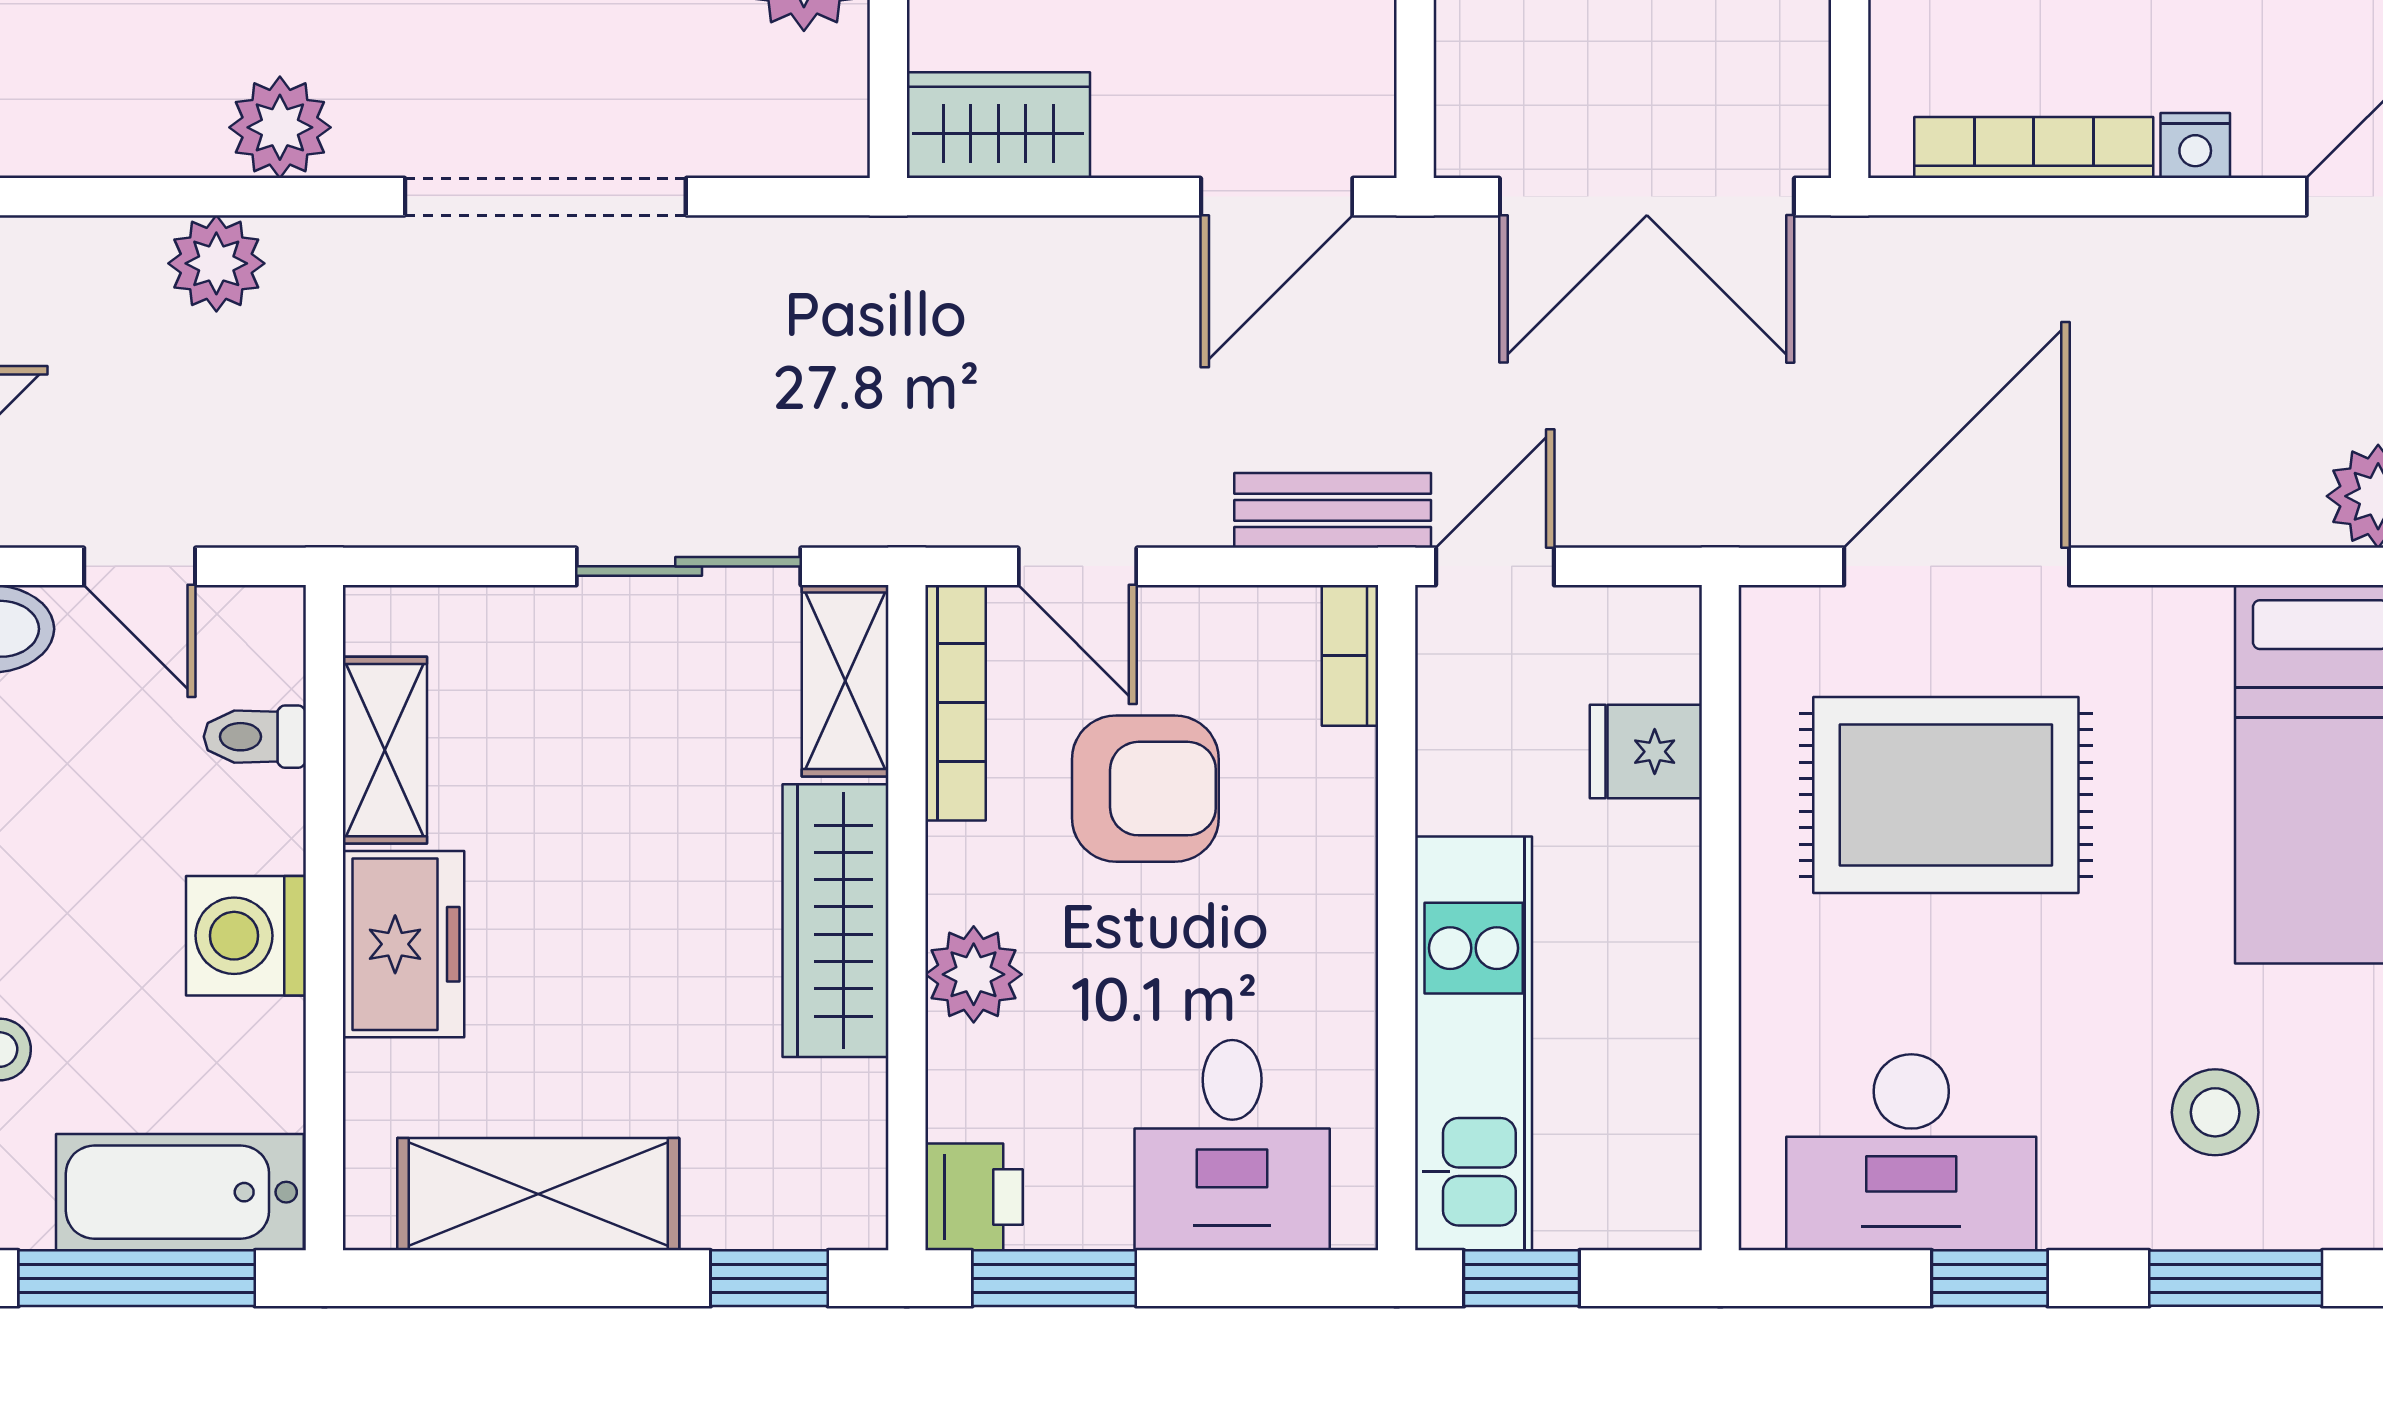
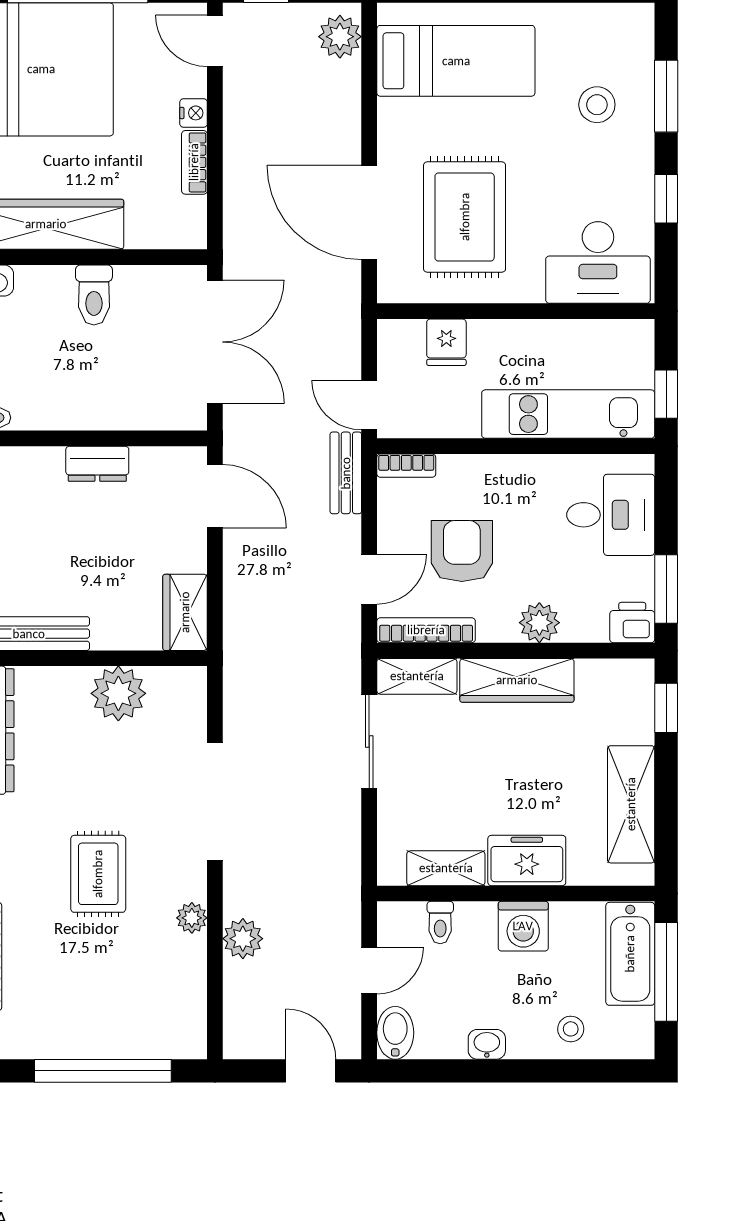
plant: (280, 127) -> (192, 918), width x0.73, depth x0.73
bookcase: (2034, 148) -> (194, 162), width x0.64
desk: (1911, 1152) -> (598, 262), moved, turned 90

